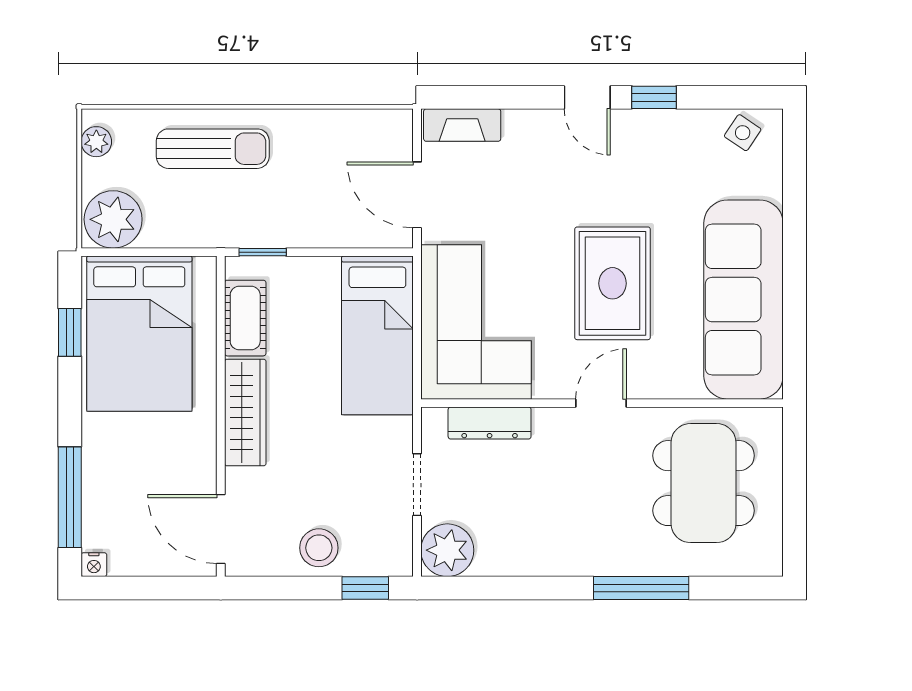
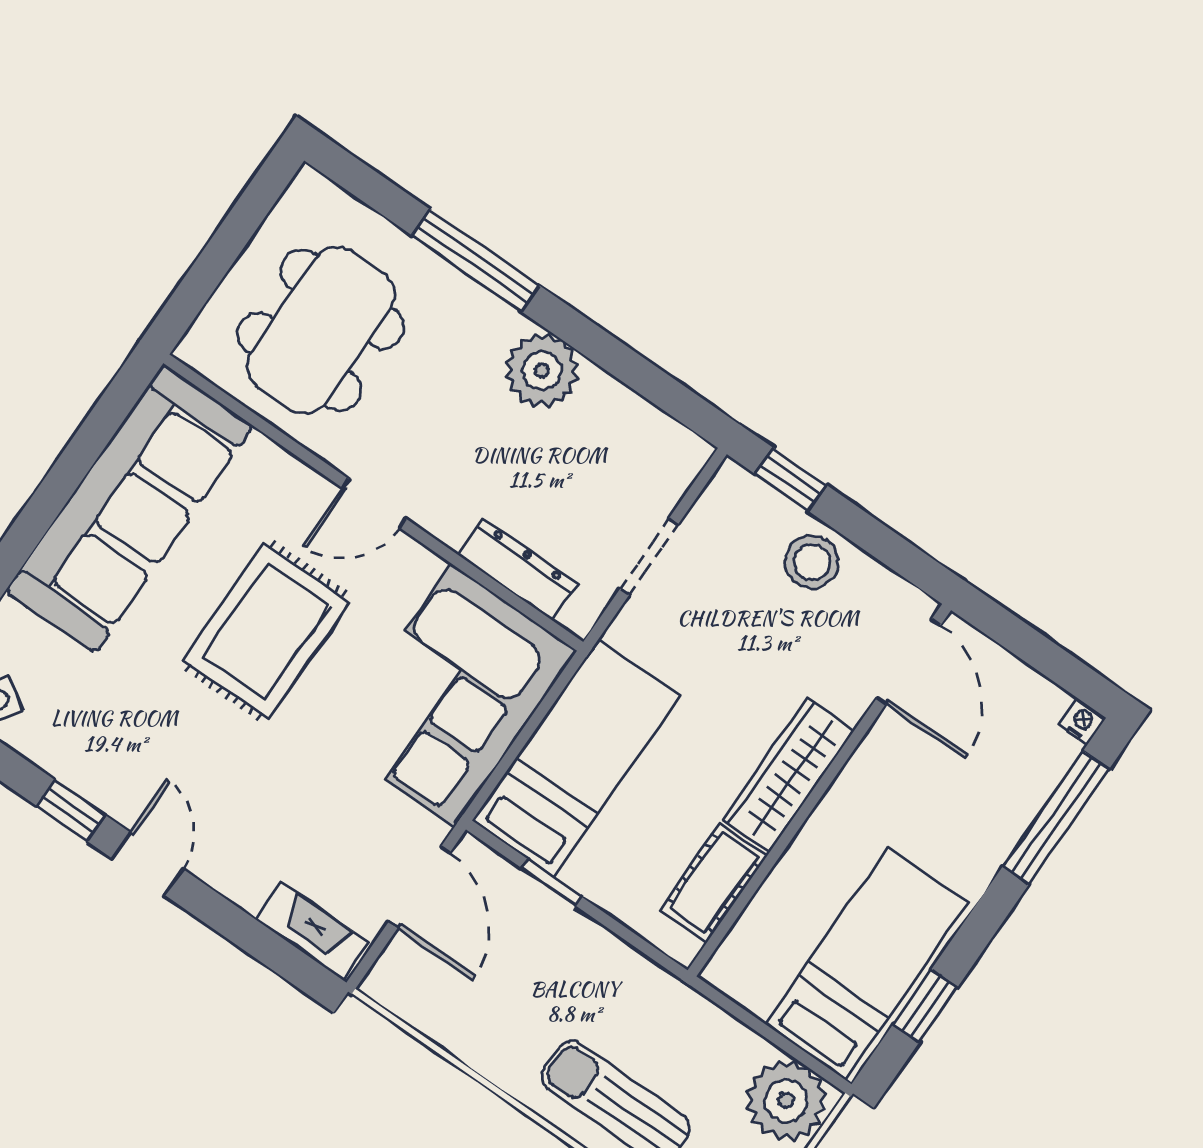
window: (263, 252) -> (551, 882), moved
bed: (139, 334) -> (867, 963), width x0.67
plant: (447, 550) -> (542, 371), moved

